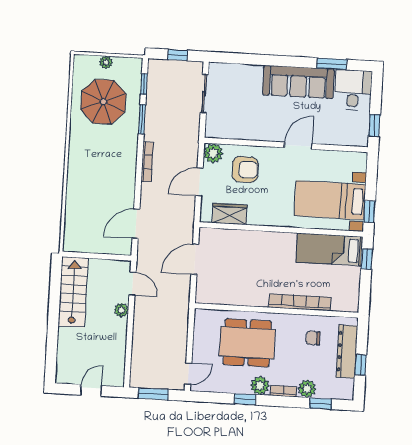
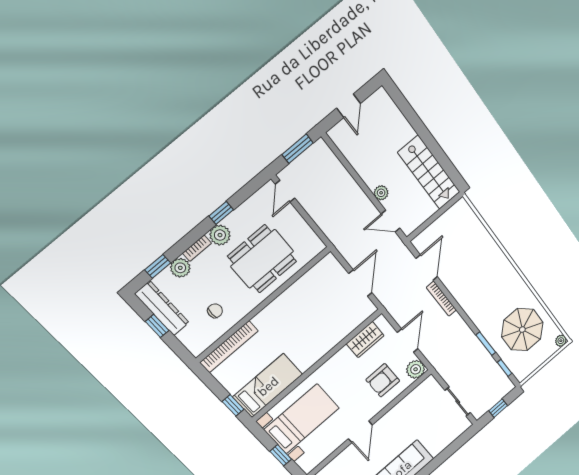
plant: (106, 62) -> (561, 341), moved
bookcase: (147, 162) -> (441, 299), moved
window: (369, 212) -> (281, 455), moved
bookcase: (300, 302) -> (229, 347), moved
dresser: (347, 352) -> (162, 308), moved

